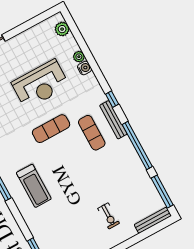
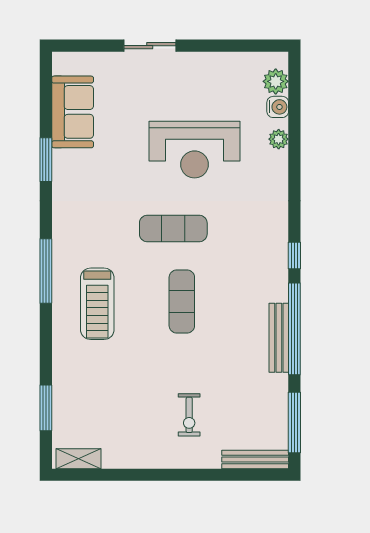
water cooler: (85, 68) -> (278, 107), moved
window: (112, 99) -> (294, 256), moved
bench: (113, 120) -> (279, 338), moved
exercise mat: (92, 133) -> (182, 301), moved

